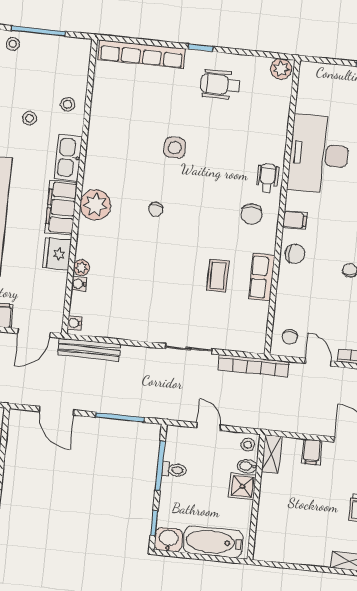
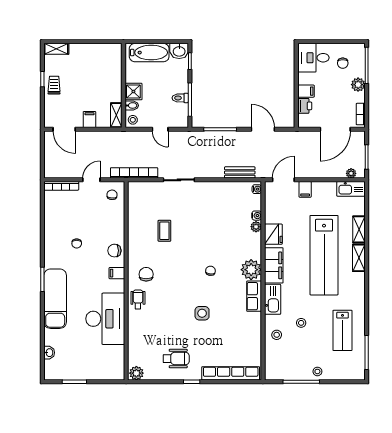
wheelchair: (268, 178) -> (138, 299), turned 180
row of seats: (262, 277) -> (254, 296), moved, turned 180
bench: (89, 350) -> (240, 172), width x0.73
door: (318, 362) -> (91, 180), swing flipped

